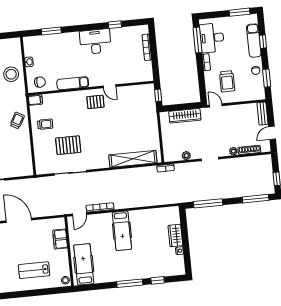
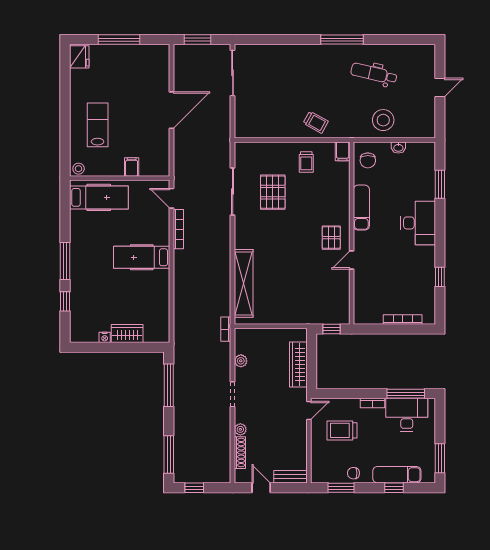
desk: (95, 42) -> (418, 223), moved
filing cabinet: (60, 239) -> (132, 167), width x0.50

